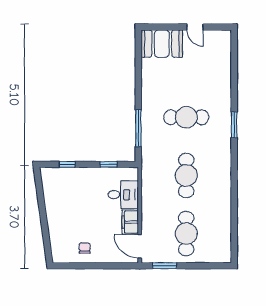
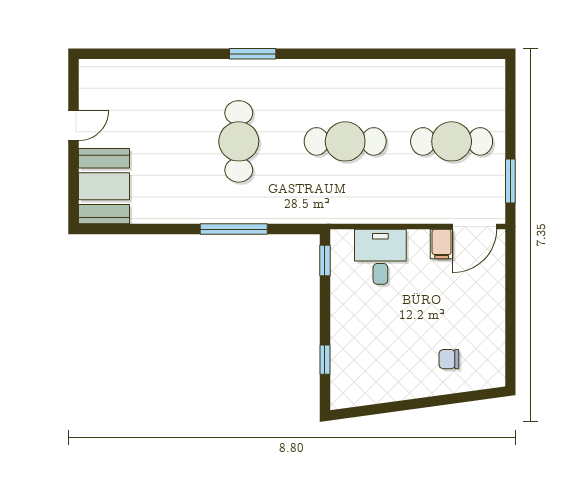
window: (138, 128) -> (234, 229), moved
window: (109, 164) -> (325, 261), moved
filing cabinet: (130, 222) -> (442, 244), width x0.50
chair: (85, 248) -> (449, 359), moved

